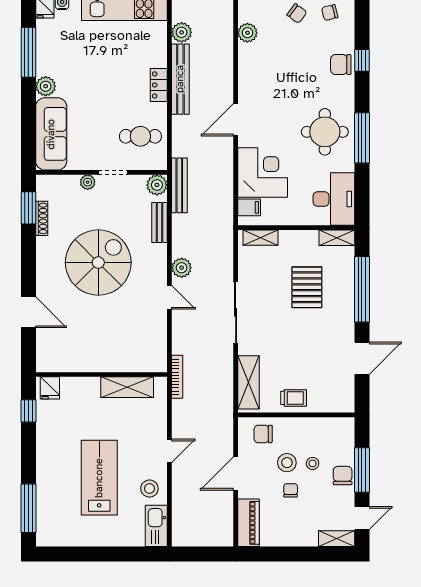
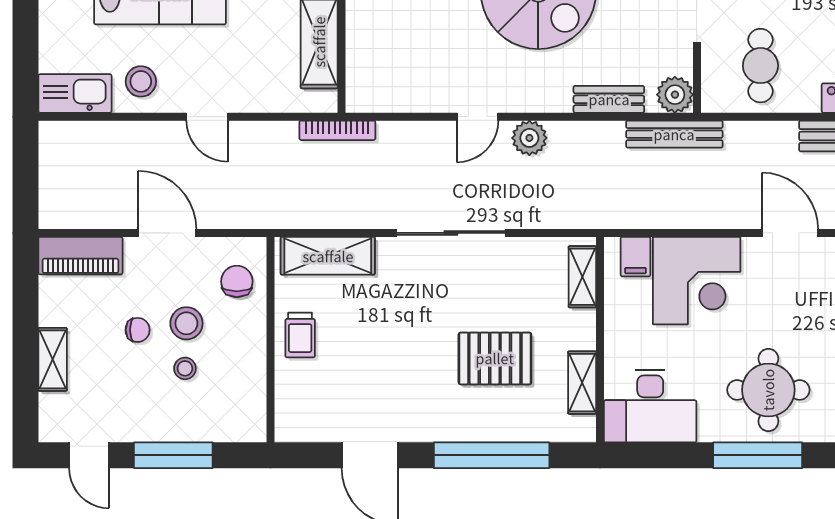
shelving: (337, 238) -> (582, 383), moved
chair: (343, 476) -> (164, 421), removed
shelving: (337, 539) -> (53, 359), moved

